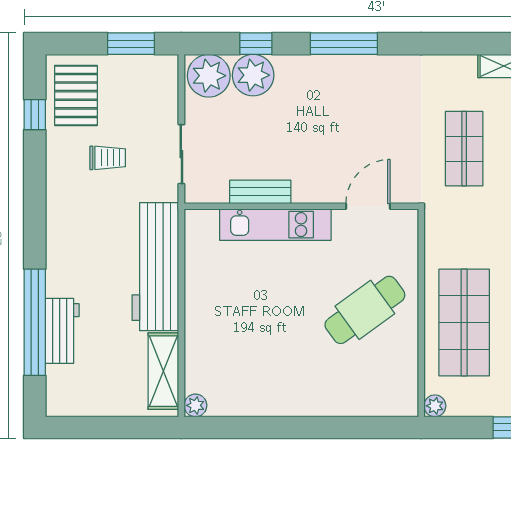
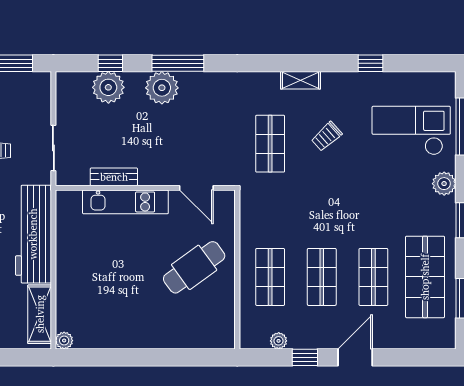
plant: (209, 76) -> (162, 88), moved
door: (368, 206) -> (196, 188), swing flipped
shop shelf: (464, 322) -> (270, 277), width x0.70, depth x0.74
plant: (435, 406) -> (279, 341), moved

